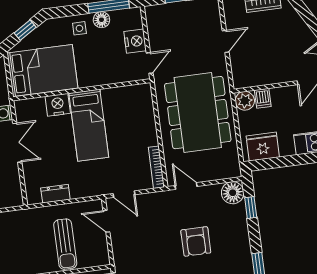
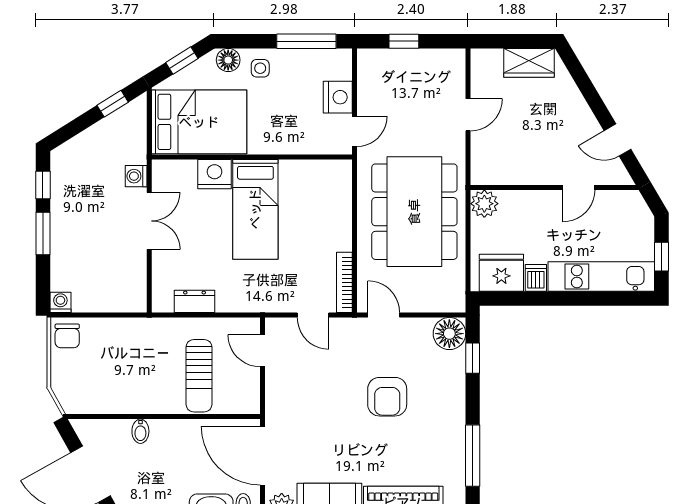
floor lamp: (101, 20) -> (228, 60), moved
dishwasher: (263, 98) -> (536, 278), moved, turned 180
door: (124, 194) -> (313, 315), moved

